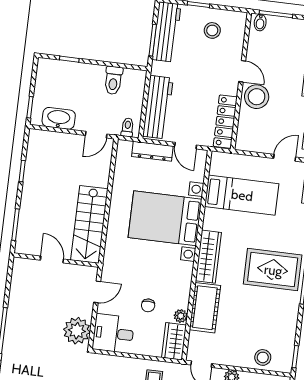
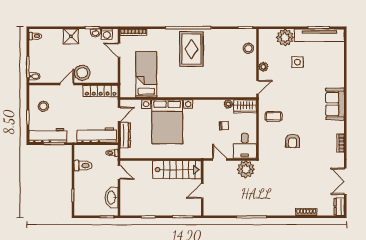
wardrobe: (208, 257) -> (188, 91), removed
cot: (205, 308) -> (221, 89), removed

